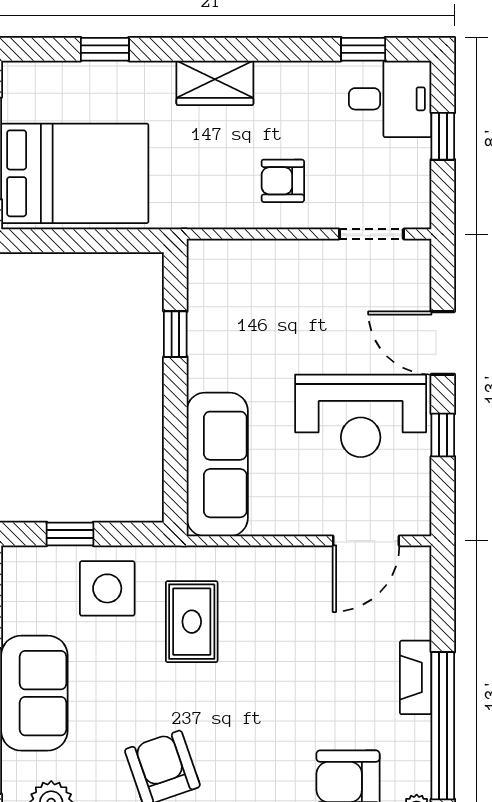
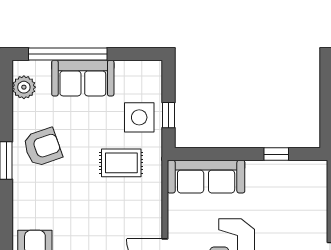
window: (70, 534) -> (169, 115), moved

